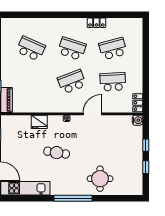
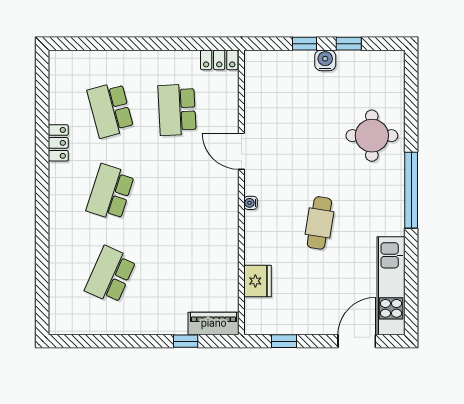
school desk: (72, 82) -> (177, 192), removed
water cooler: (137, 120) -> (325, 60), moved
fridge: (39, 122) -> (257, 281), moved

